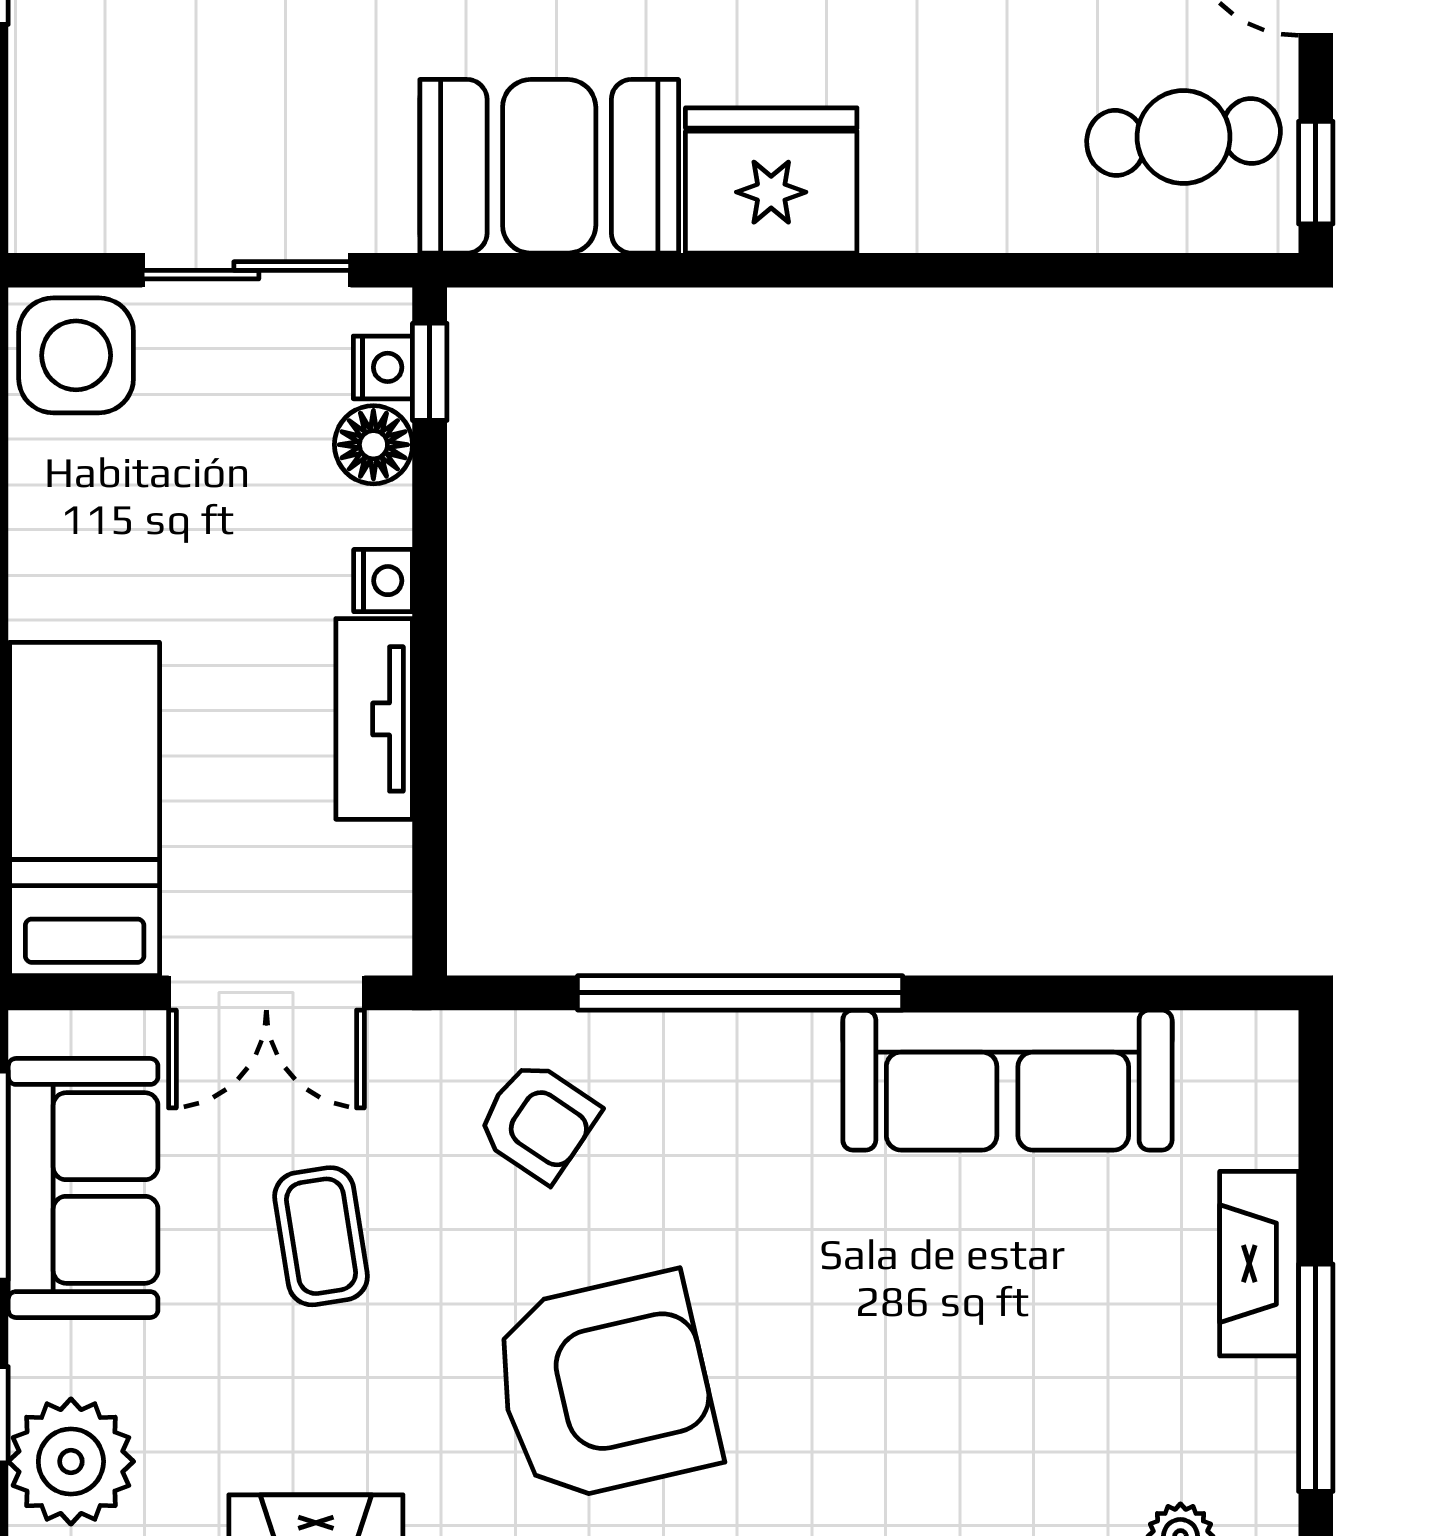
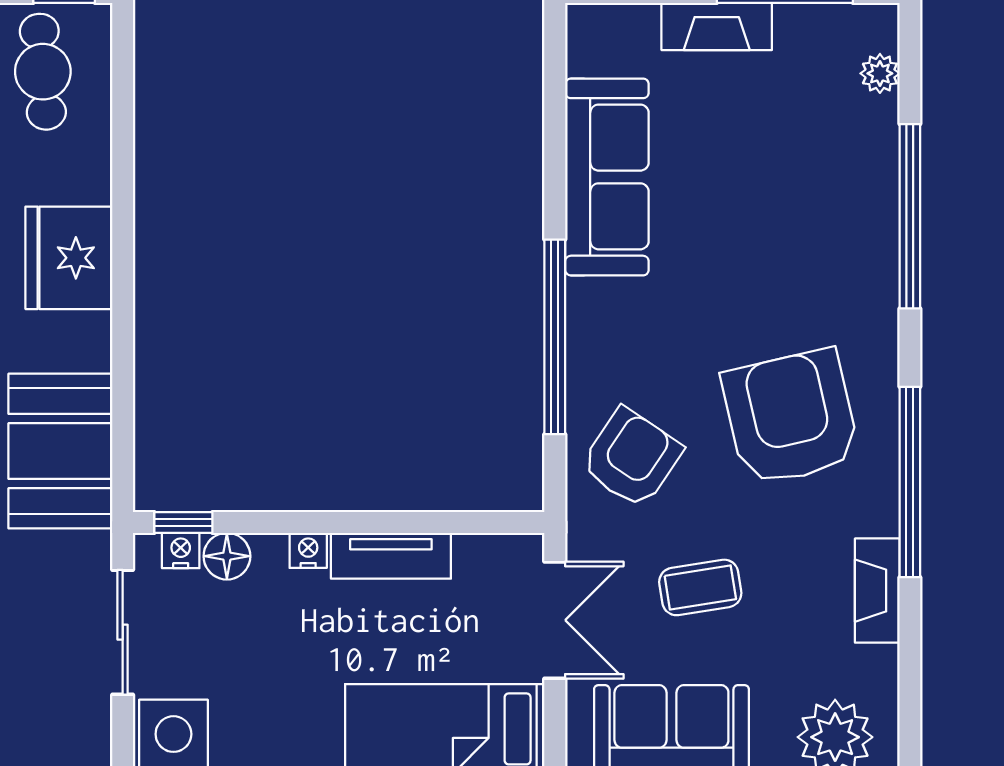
fridge: (771, 180) -> (69, 258), moved
armchair: (538, 1121) -> (632, 458), width x1.38, depth x1.38

